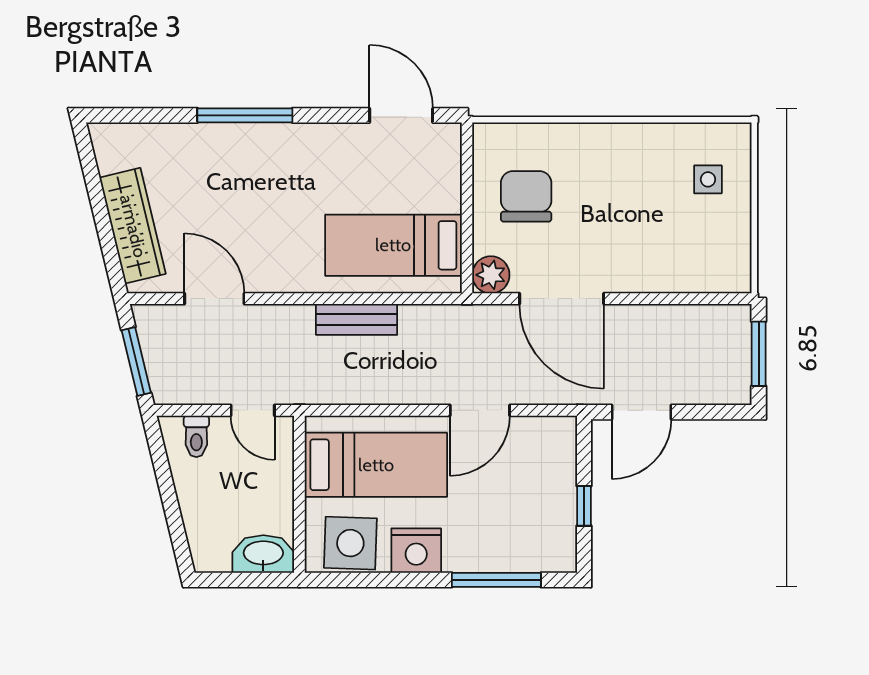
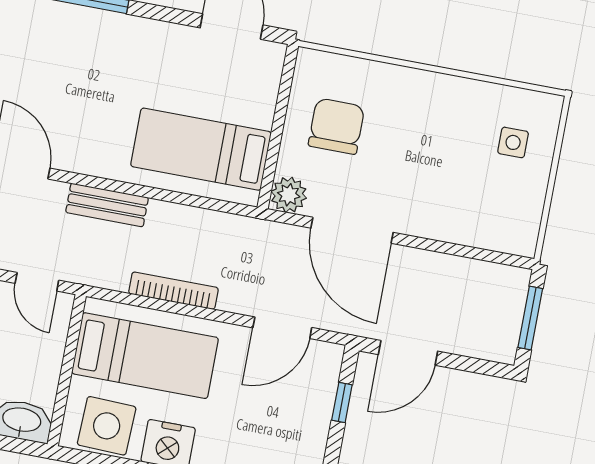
bench: (357, 319) -> (107, 205), moved
bookcase: (392, 394) -> (173, 291), added
door: (480, 410) -> (282, 328), moved
window: (584, 506) -> (342, 402), moved

